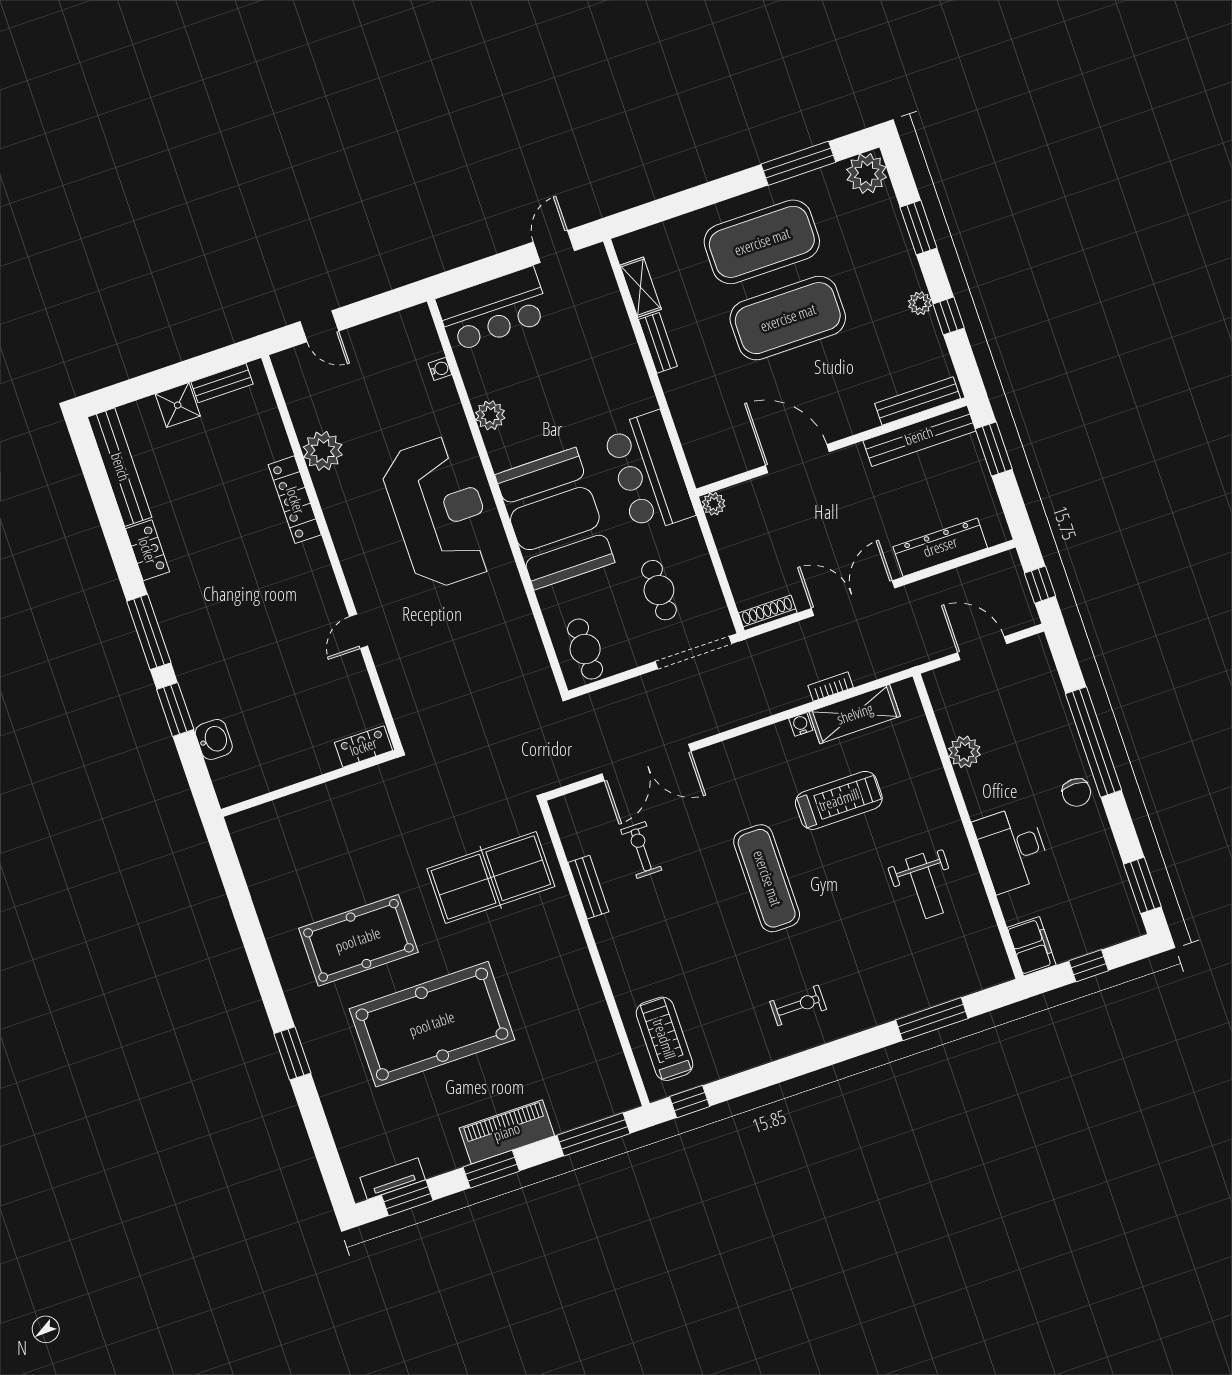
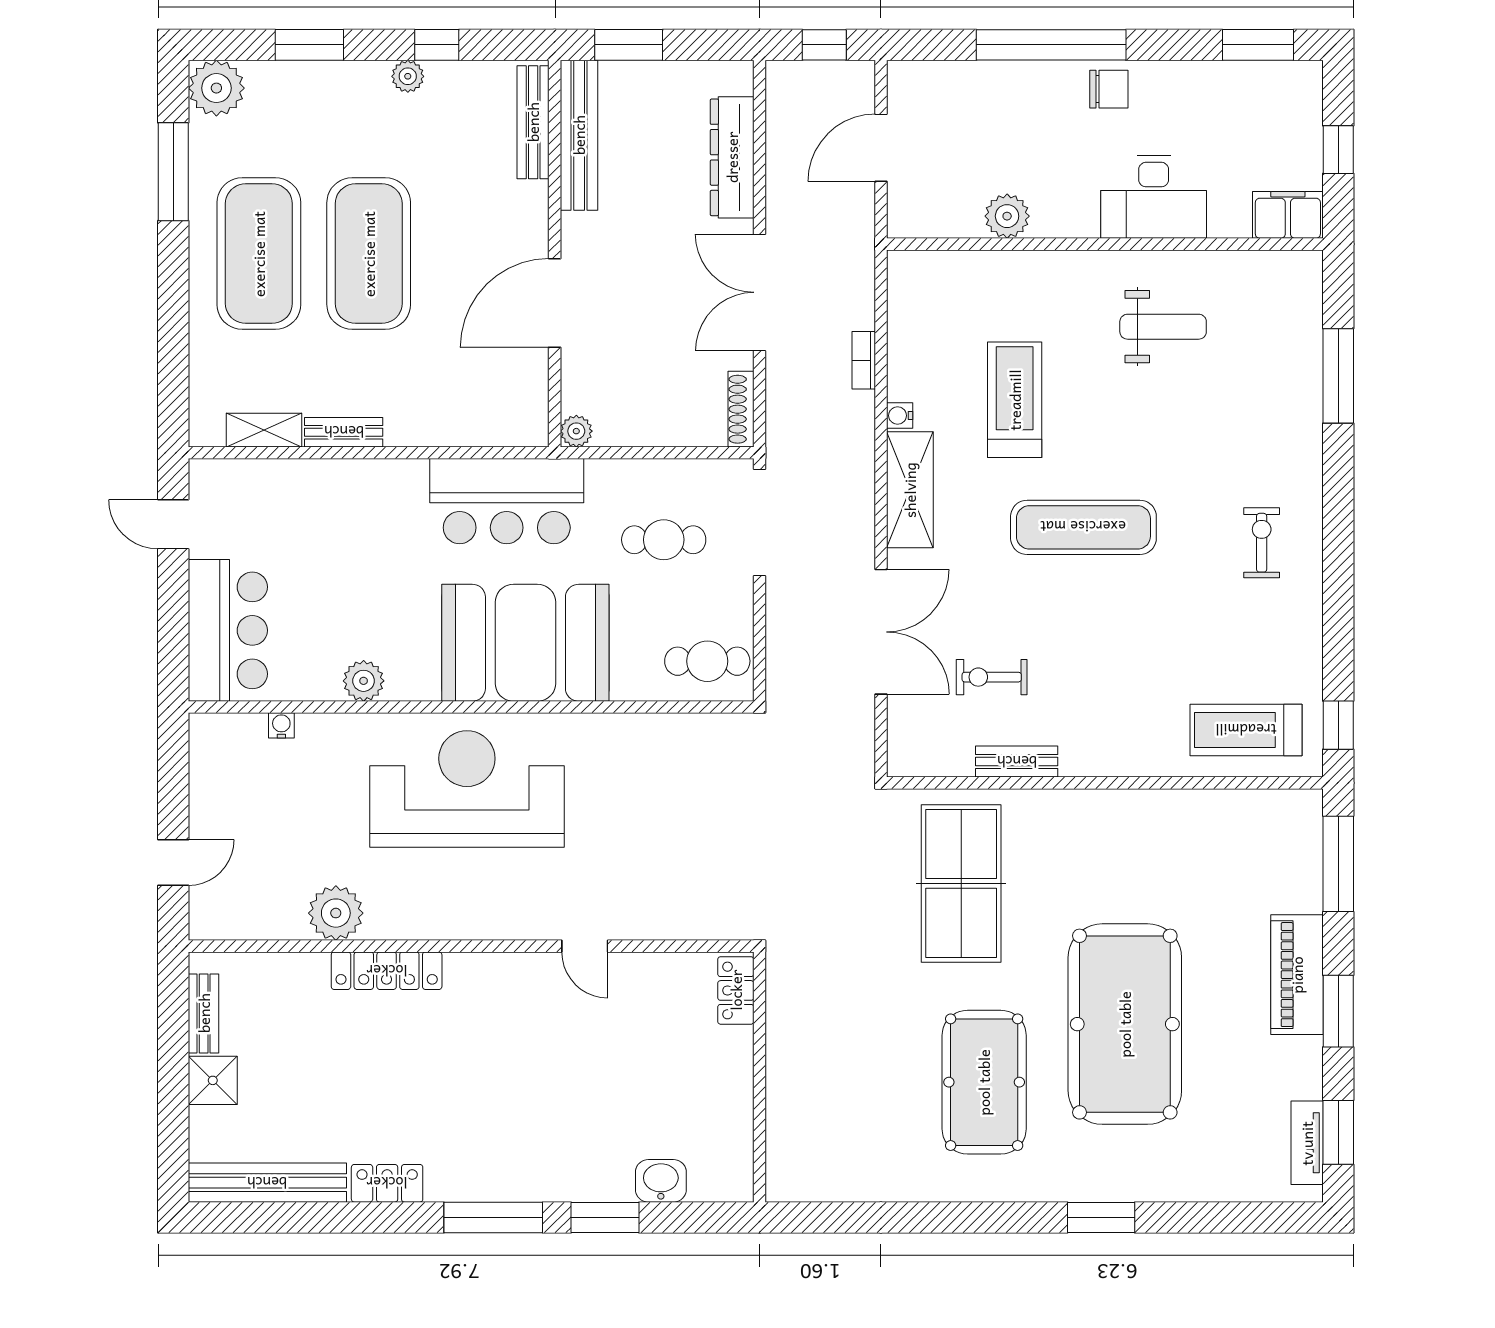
shelving: (855, 714) -> (910, 490), moved

